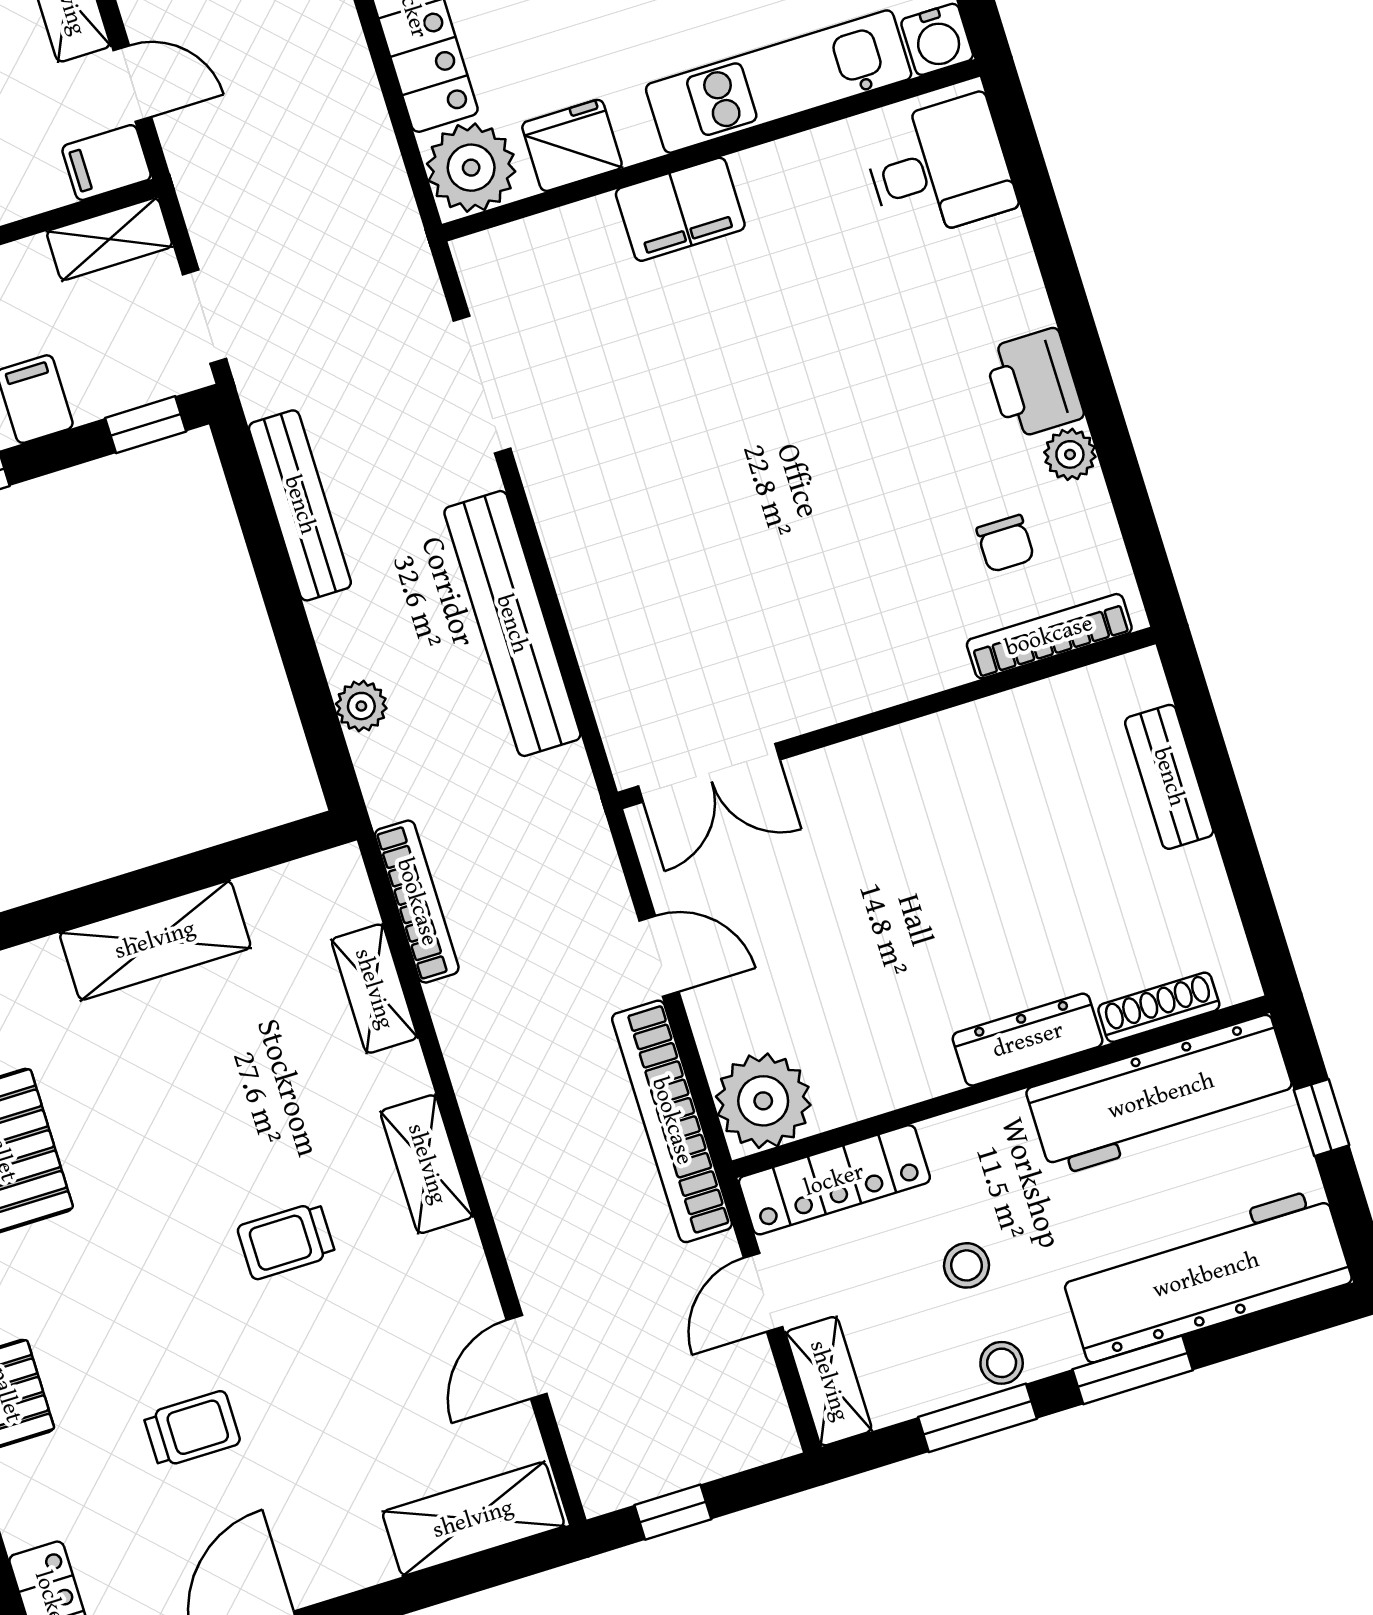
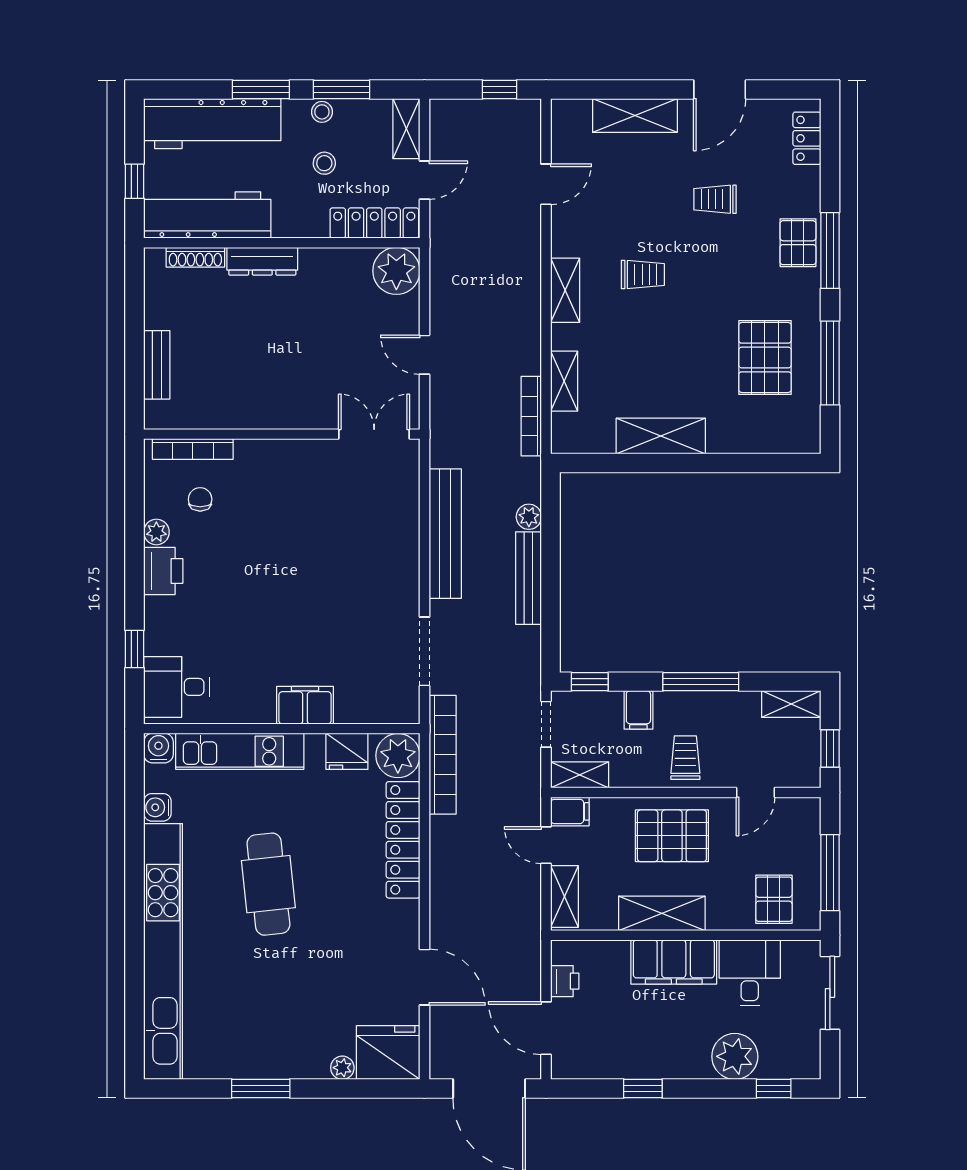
window: (1042, 216) -> (135, 649), added
bench: (300, 505) -> (529, 578), moved
bookcase: (672, 1121) -> (443, 755), moved
shelving: (473, 1519) -> (635, 115), moved

